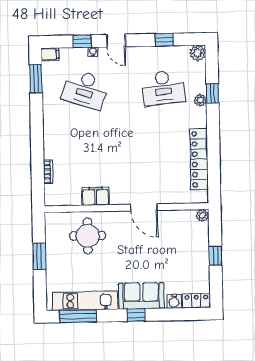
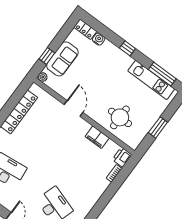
printer: (53, 195) -> (122, 157), added
window: (215, 256) -> (47, 56), moved
sofa: (141, 296) -> (62, 59), moved, turned -90

